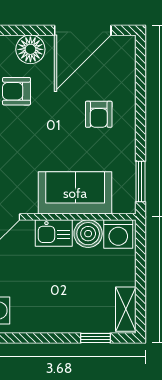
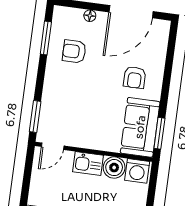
floor lamp: (30, 49) -> (90, 16), width x0.53, depth x0.53
sofa: (75, 193) -> (140, 127), moved, turned -90

